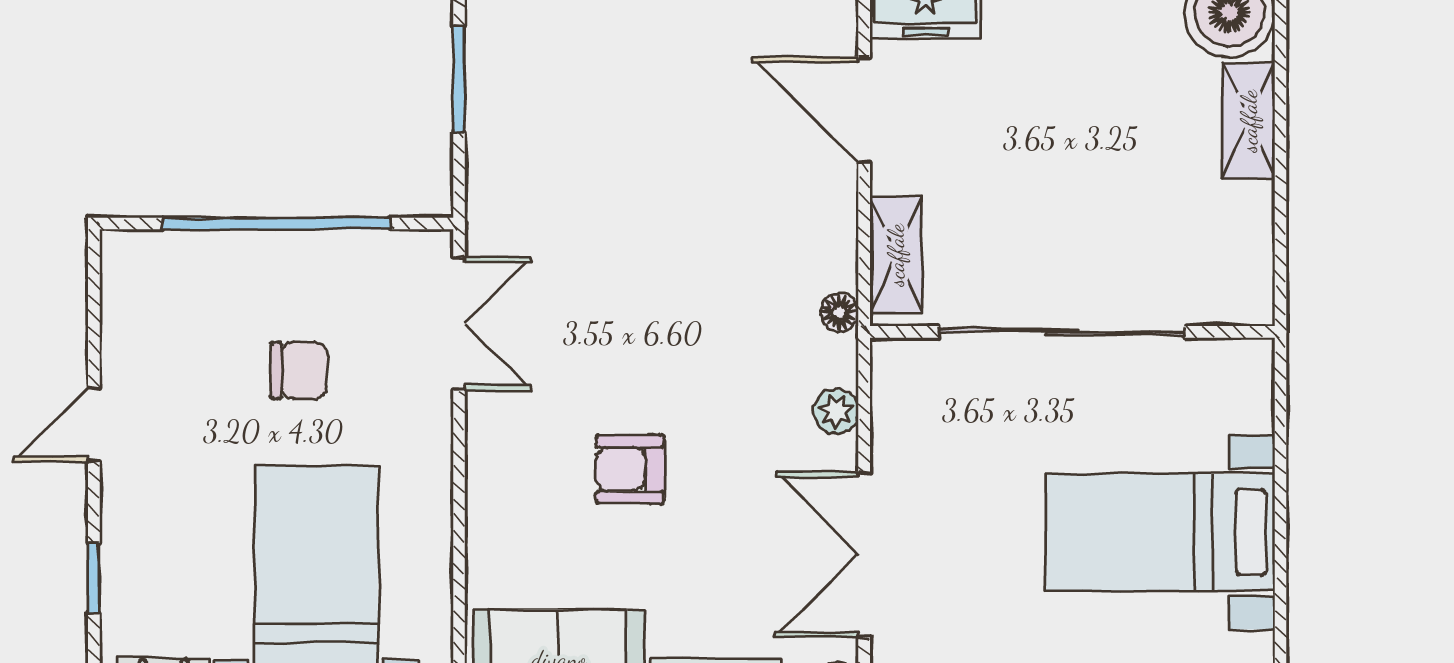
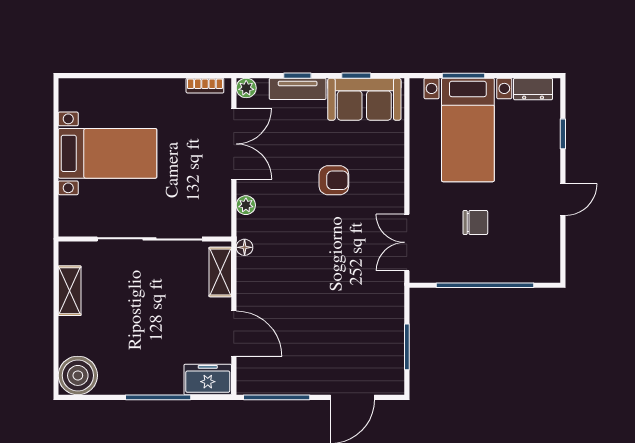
shelving: (1249, 121) -> (70, 291), moved
chair: (299, 370) -> (475, 222), turned 180

